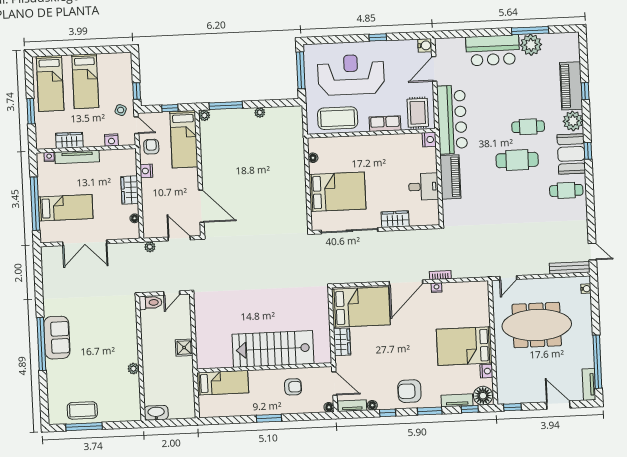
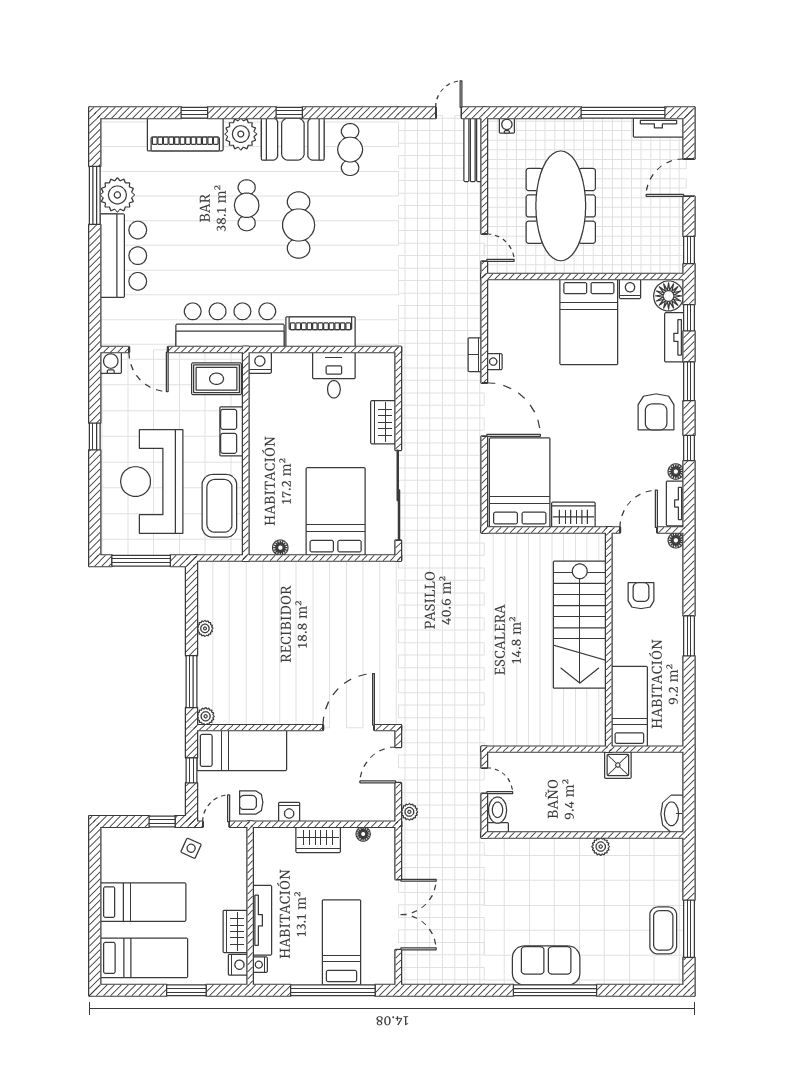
nightstand: (111, 140) -> (238, 965), moved
shower: (184, 348) -> (618, 765), moved

